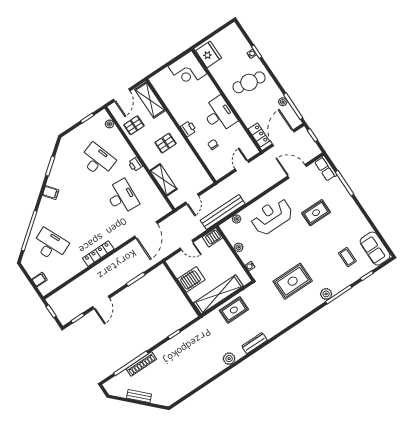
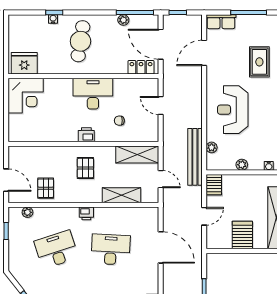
shelving: (150, 100) -> (137, 155), moved

